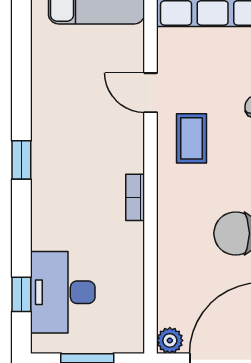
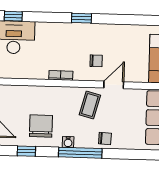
chair: (104, 129) -> (96, 61), added
coffee table: (192, 138) -> (90, 105), turned -75

